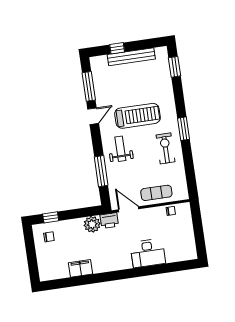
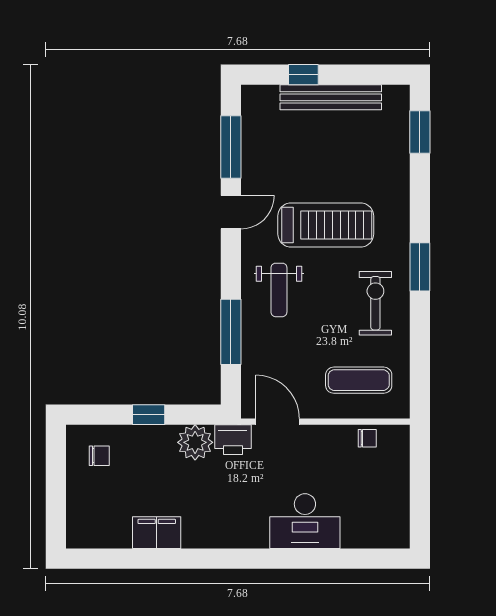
weight bench: (120, 149) -> (279, 290), turned 180
exercise mat: (156, 193) -> (359, 380), moved
window: (51, 217) -> (149, 415), moved

